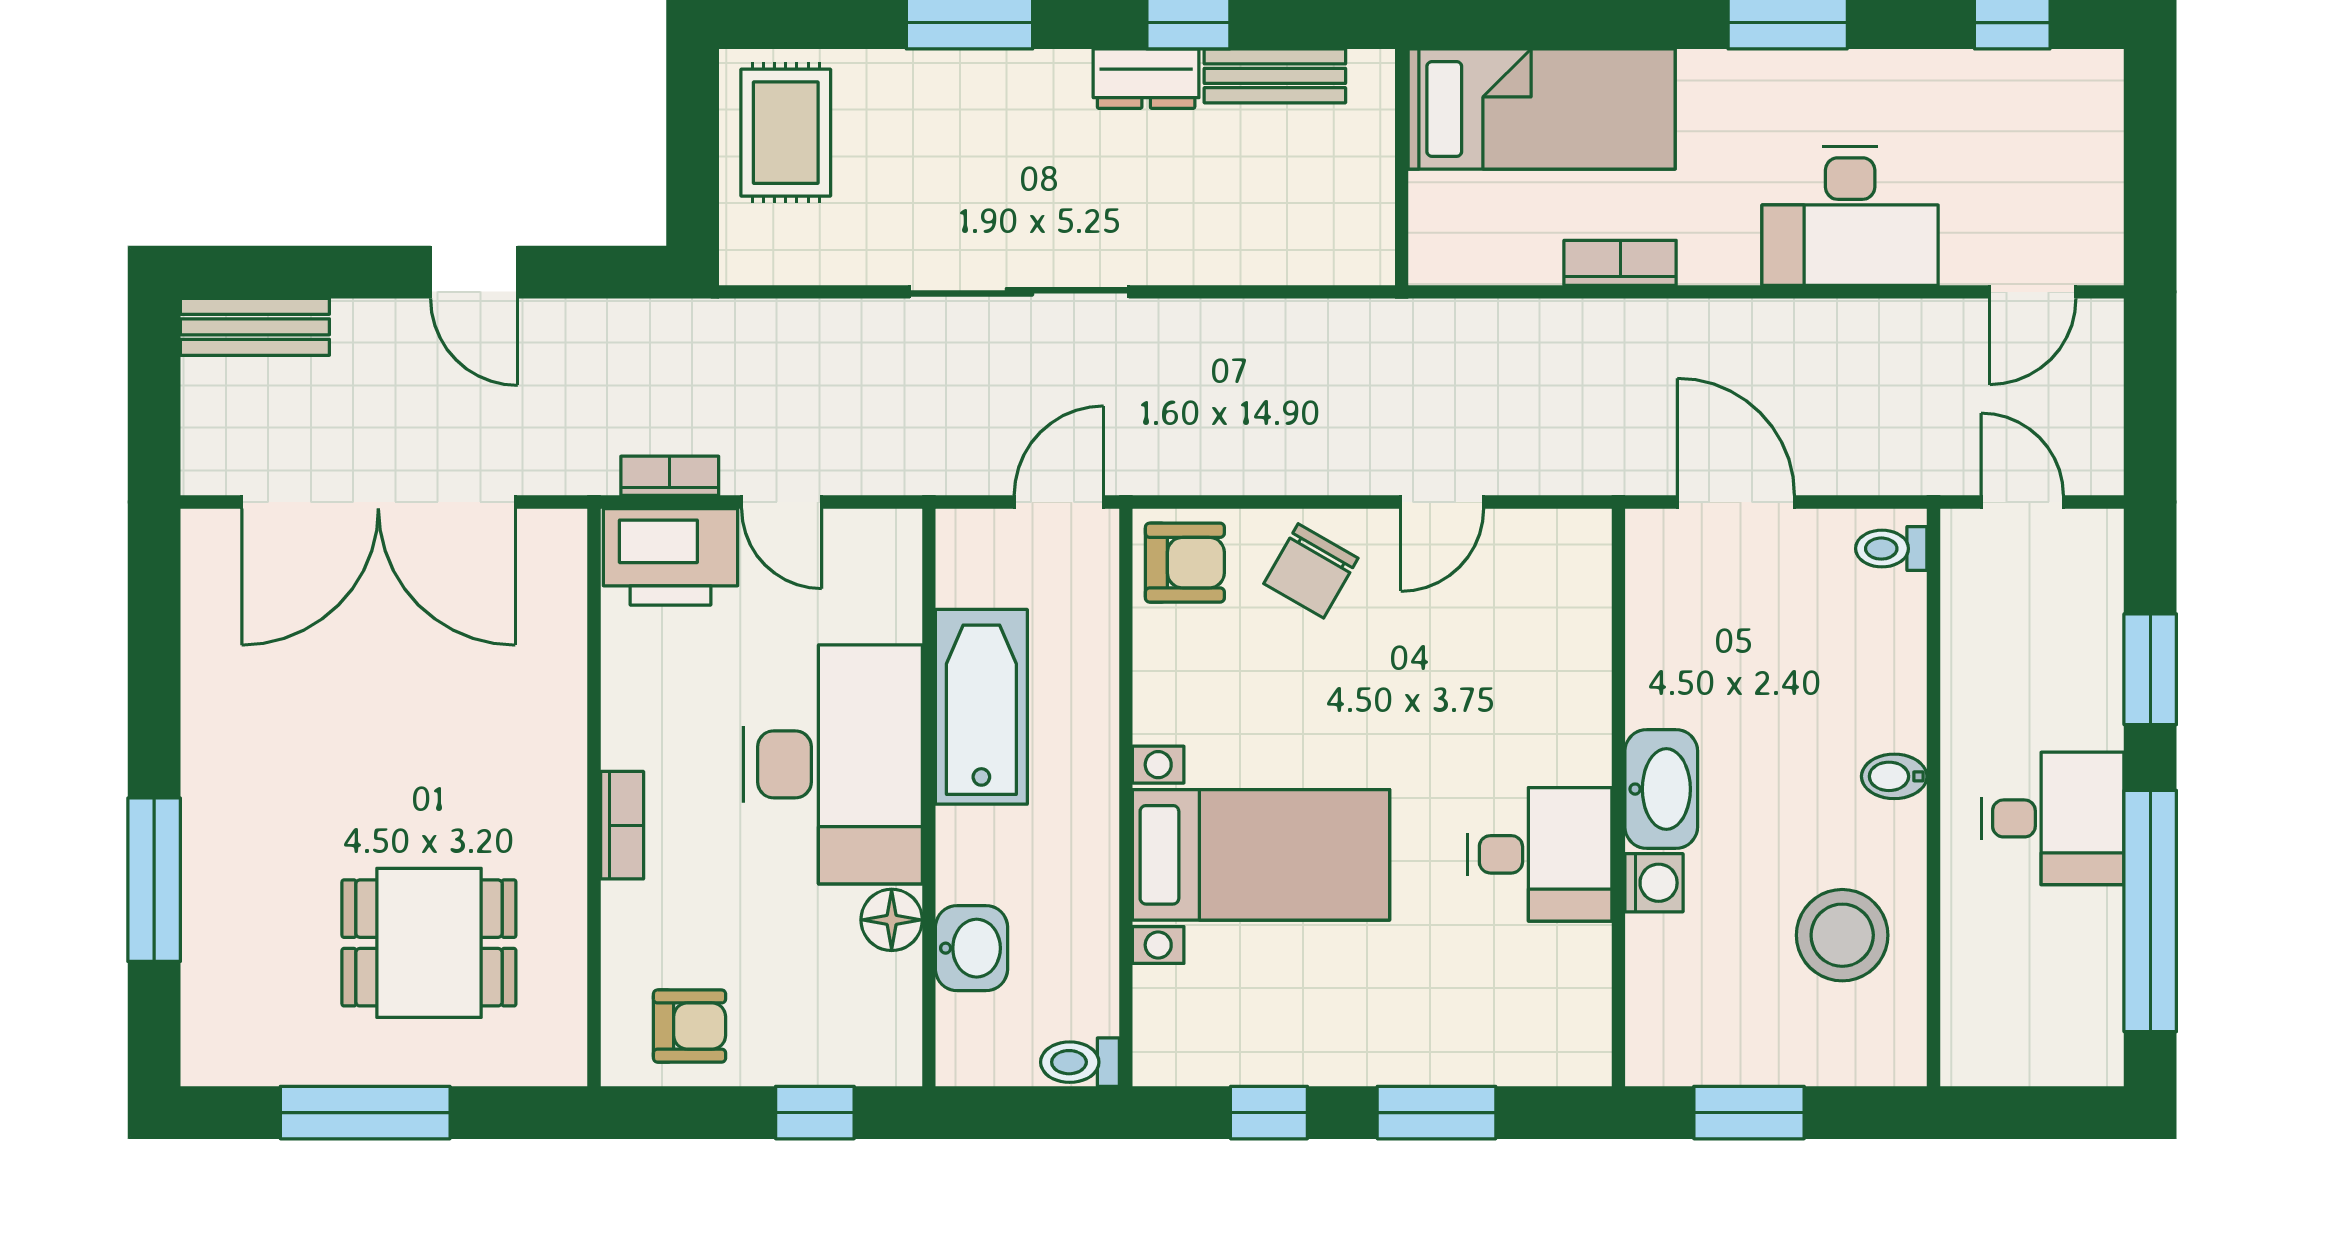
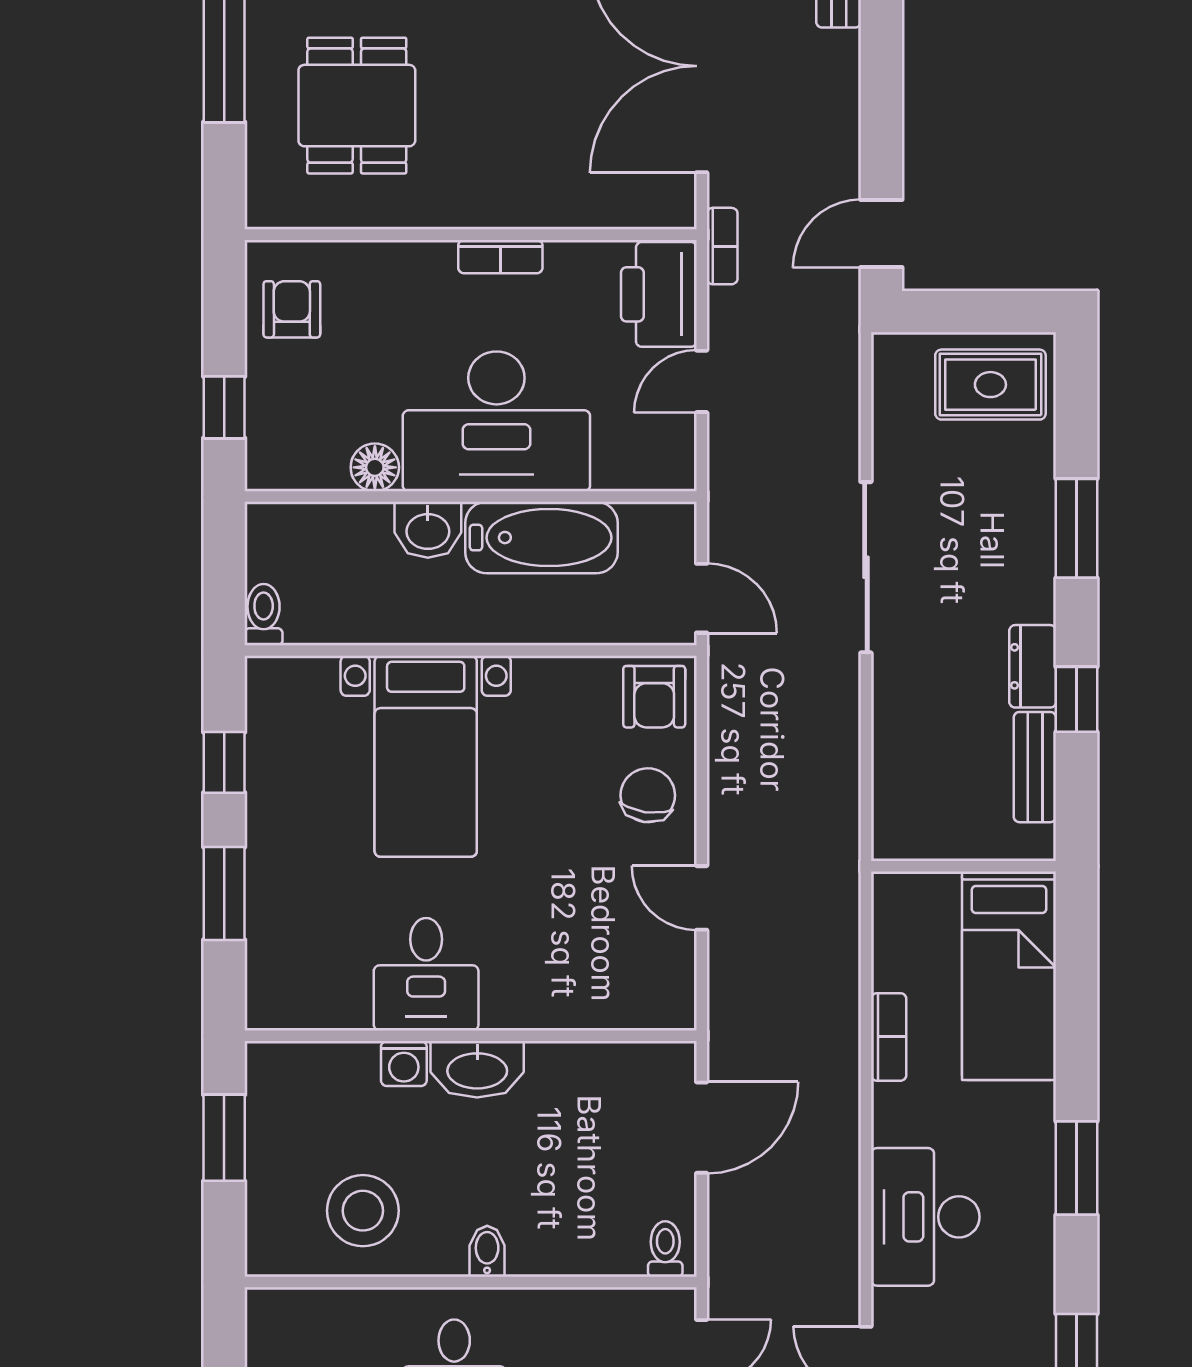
door: (474, 272) -> (881, 234), moved
bookcase: (670, 476) -> (722, 246), moved
chair: (1311, 571) -> (648, 795), turned 68
bookcase: (622, 825) -> (500, 257), moved
washbasin: (972, 948) -> (428, 530), moved
armchair: (690, 1026) -> (292, 309), turned 180

